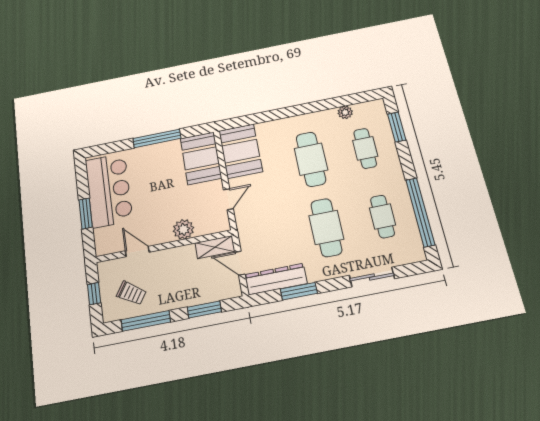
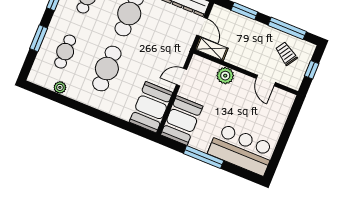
window: (397, 127) -> (39, 38), moved
bar counter: (109, 190) -> (242, 149), moved, turned 90
window: (86, 213) -> (286, 132), removed

